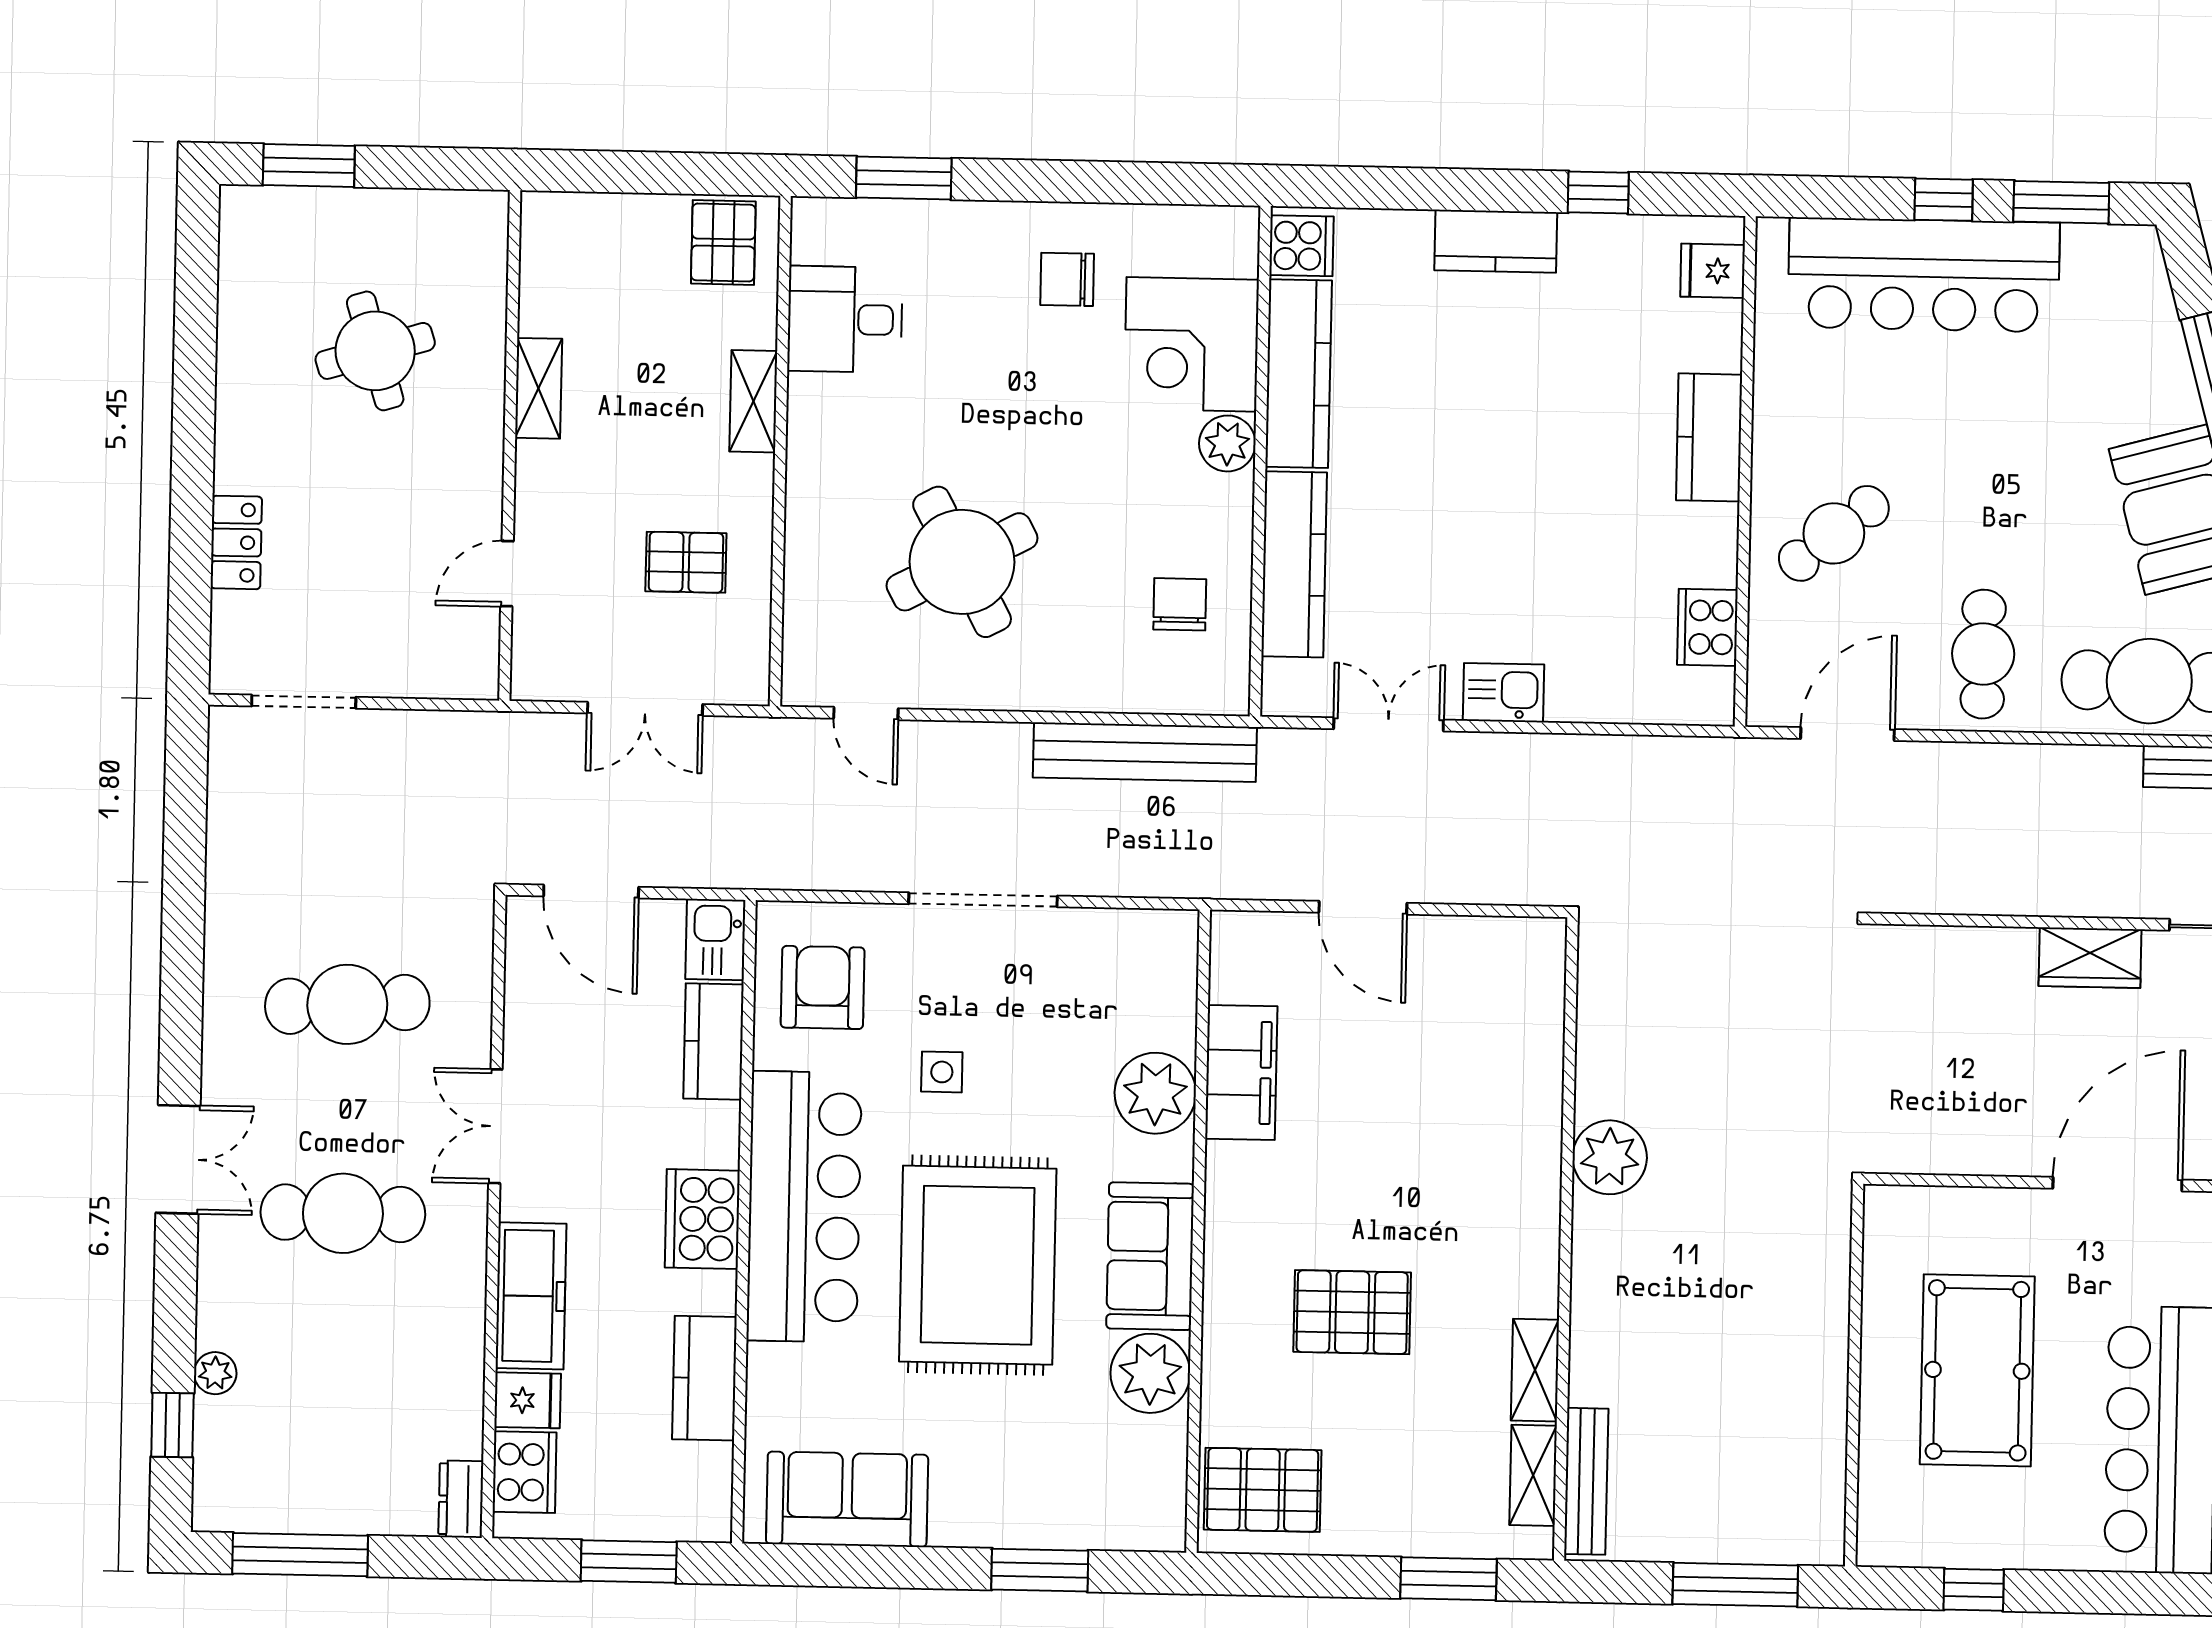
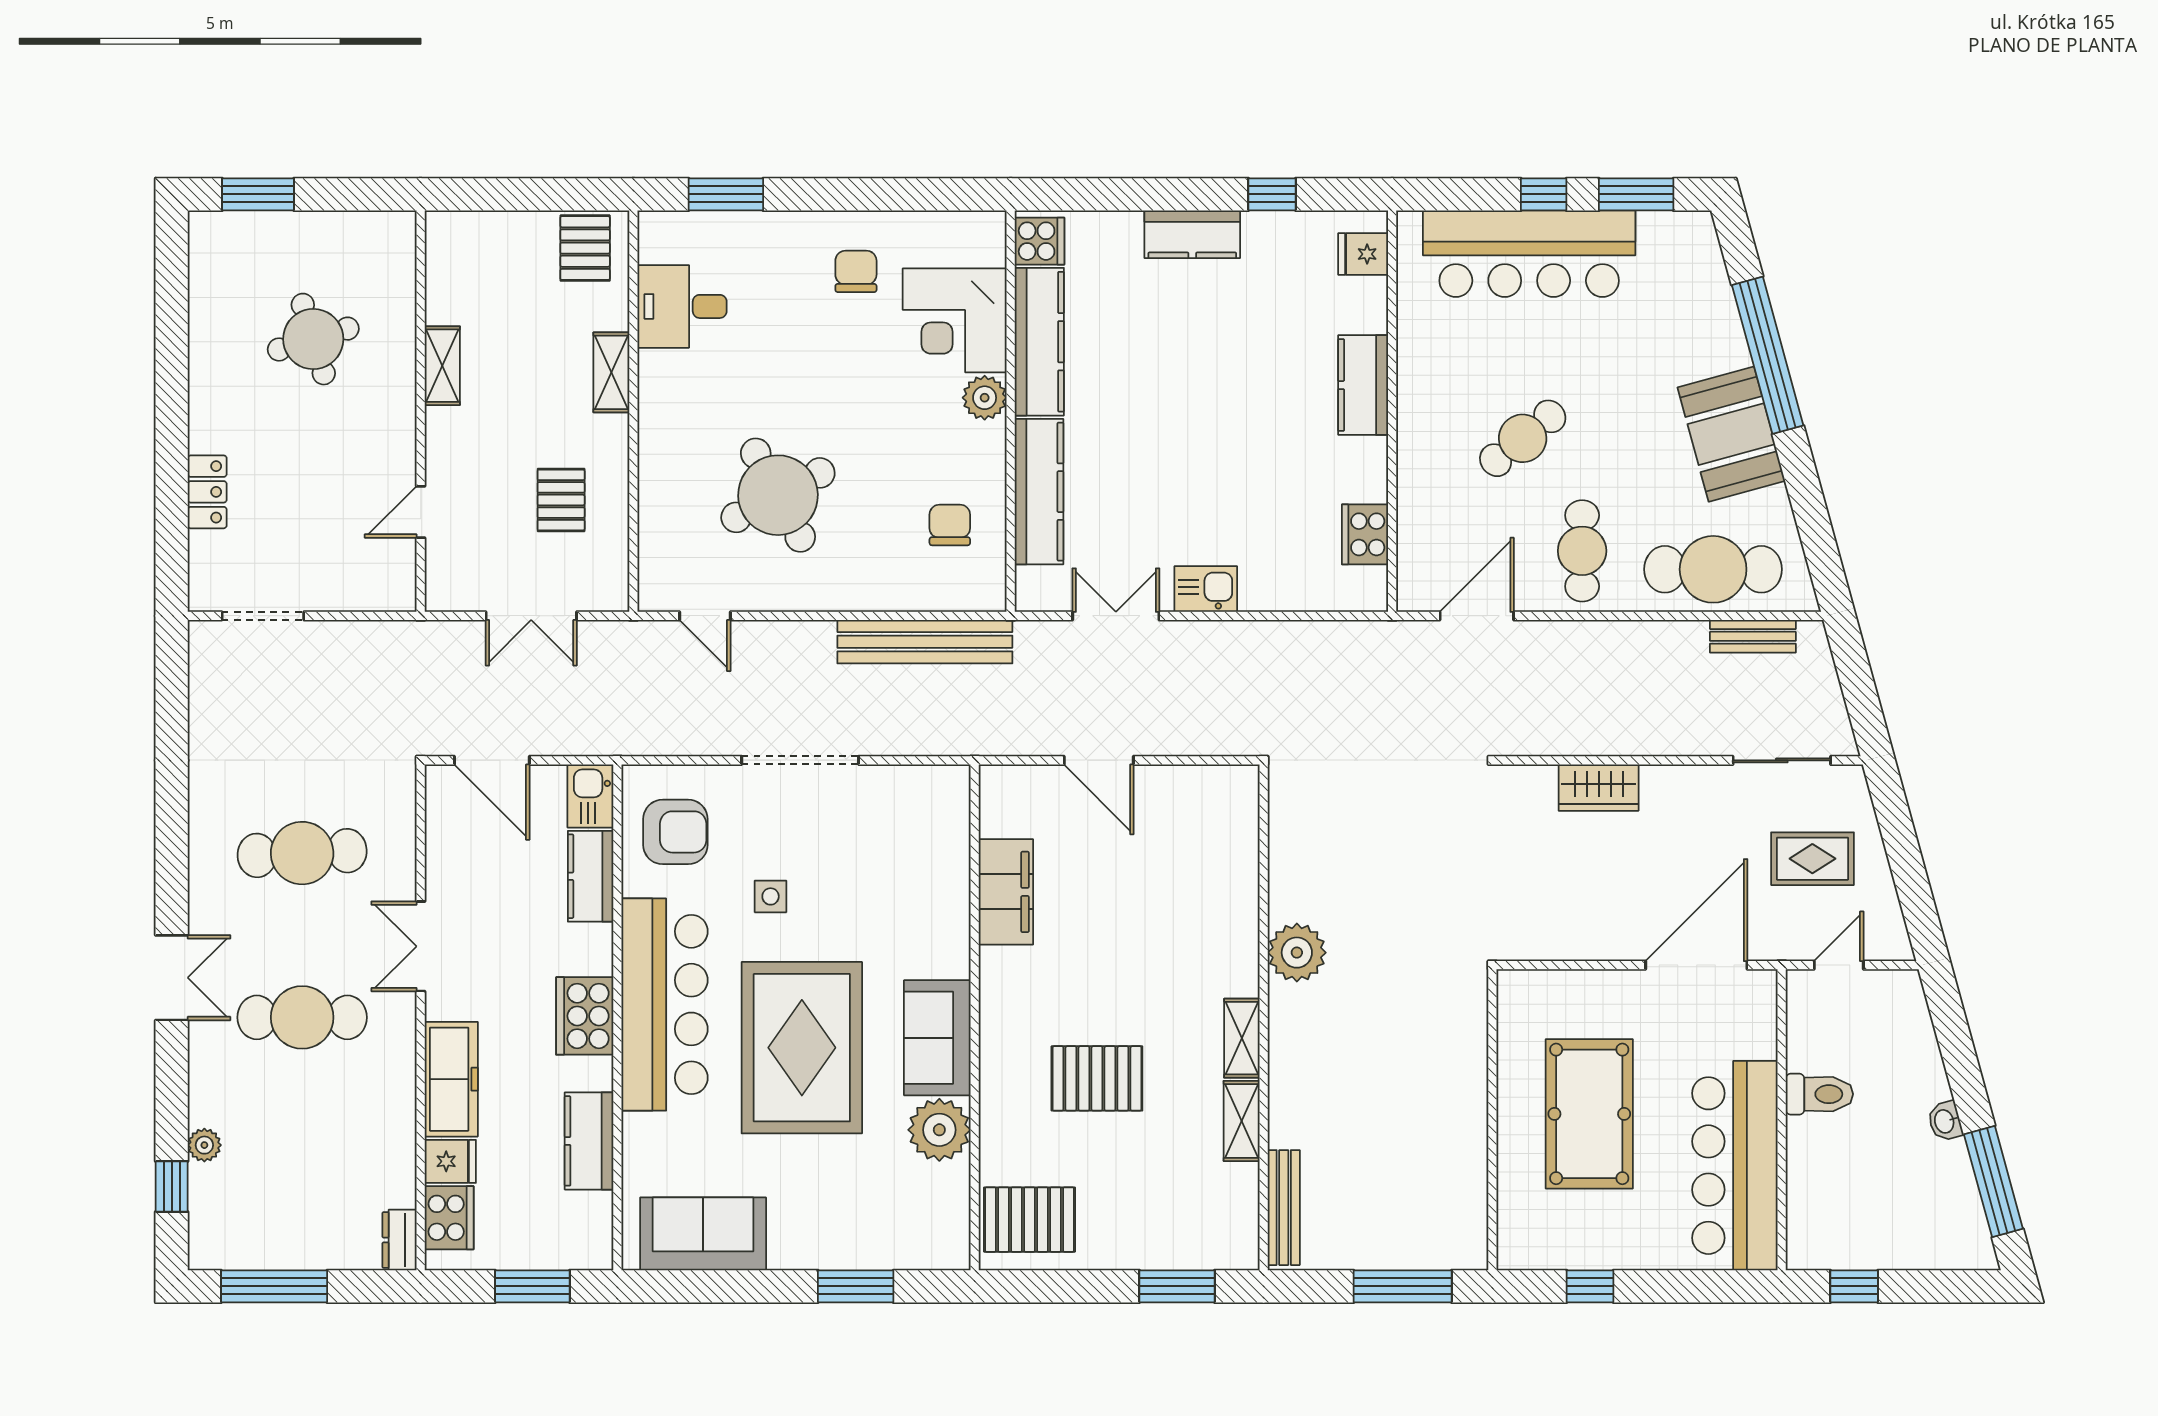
chair: (1067, 279) -> (856, 271), turned 90
cafe table: (1834, 533) -> (1523, 438), moved
pallet: (686, 562) -> (561, 500), turned 90
wardrobe: (2090, 958) -> (1599, 788), moved
armchair: (823, 987) -> (675, 832), turned 90
plant: (1155, 1093) -> (939, 910), removed
shelving: (1533, 1475) -> (1242, 1038), moved

